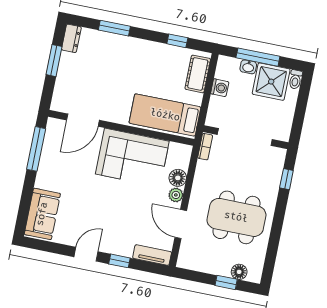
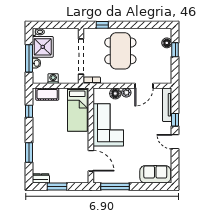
dining table: (236, 217) -> (120, 51), moved
tv unit: (152, 255) -> (167, 105), width x1.41

